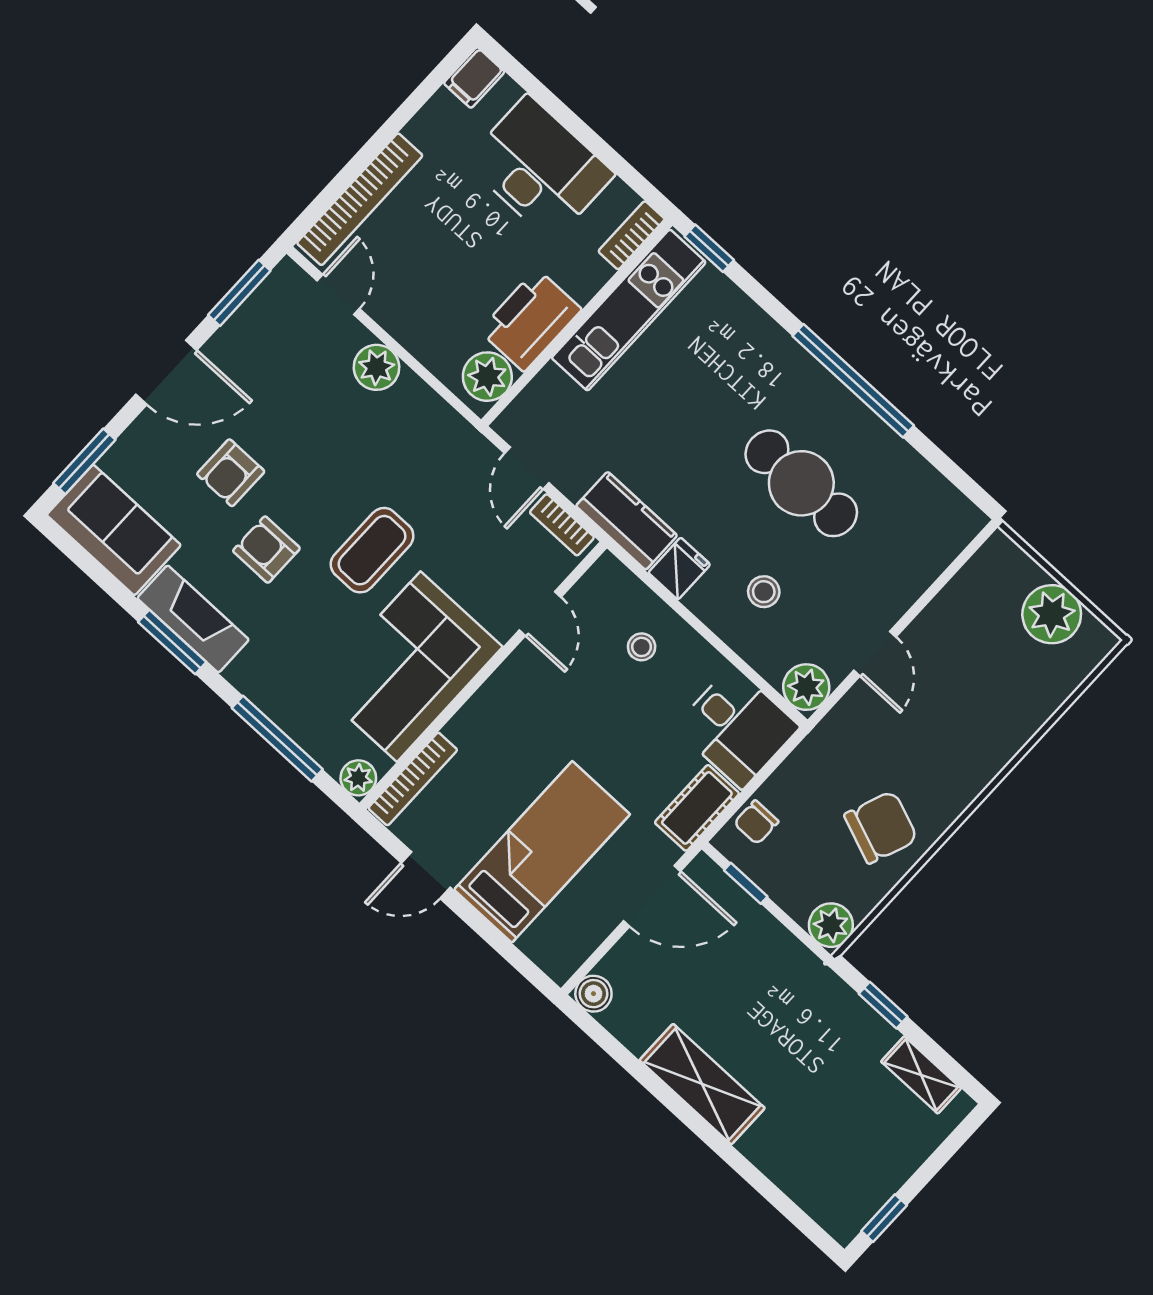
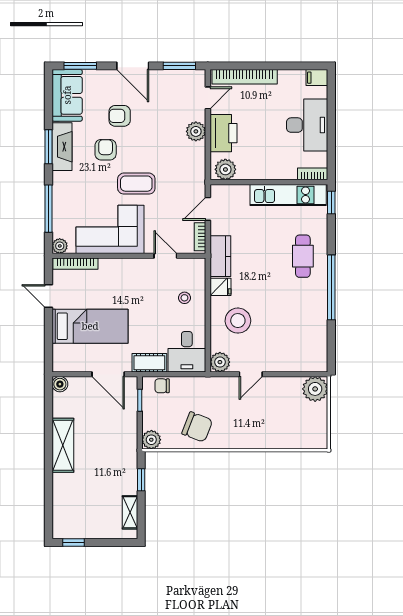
printer: (530, 320) -> (223, 133), moved, turned 90
cafe table: (801, 483) -> (303, 256), moved, width x0.73, depth x0.74
stool: (764, 592) -> (238, 321), width x1.89, depth x1.89
door: (540, 614) -> (165, 256), swing flipped
plant: (1052, 614) -> (315, 389), moved

